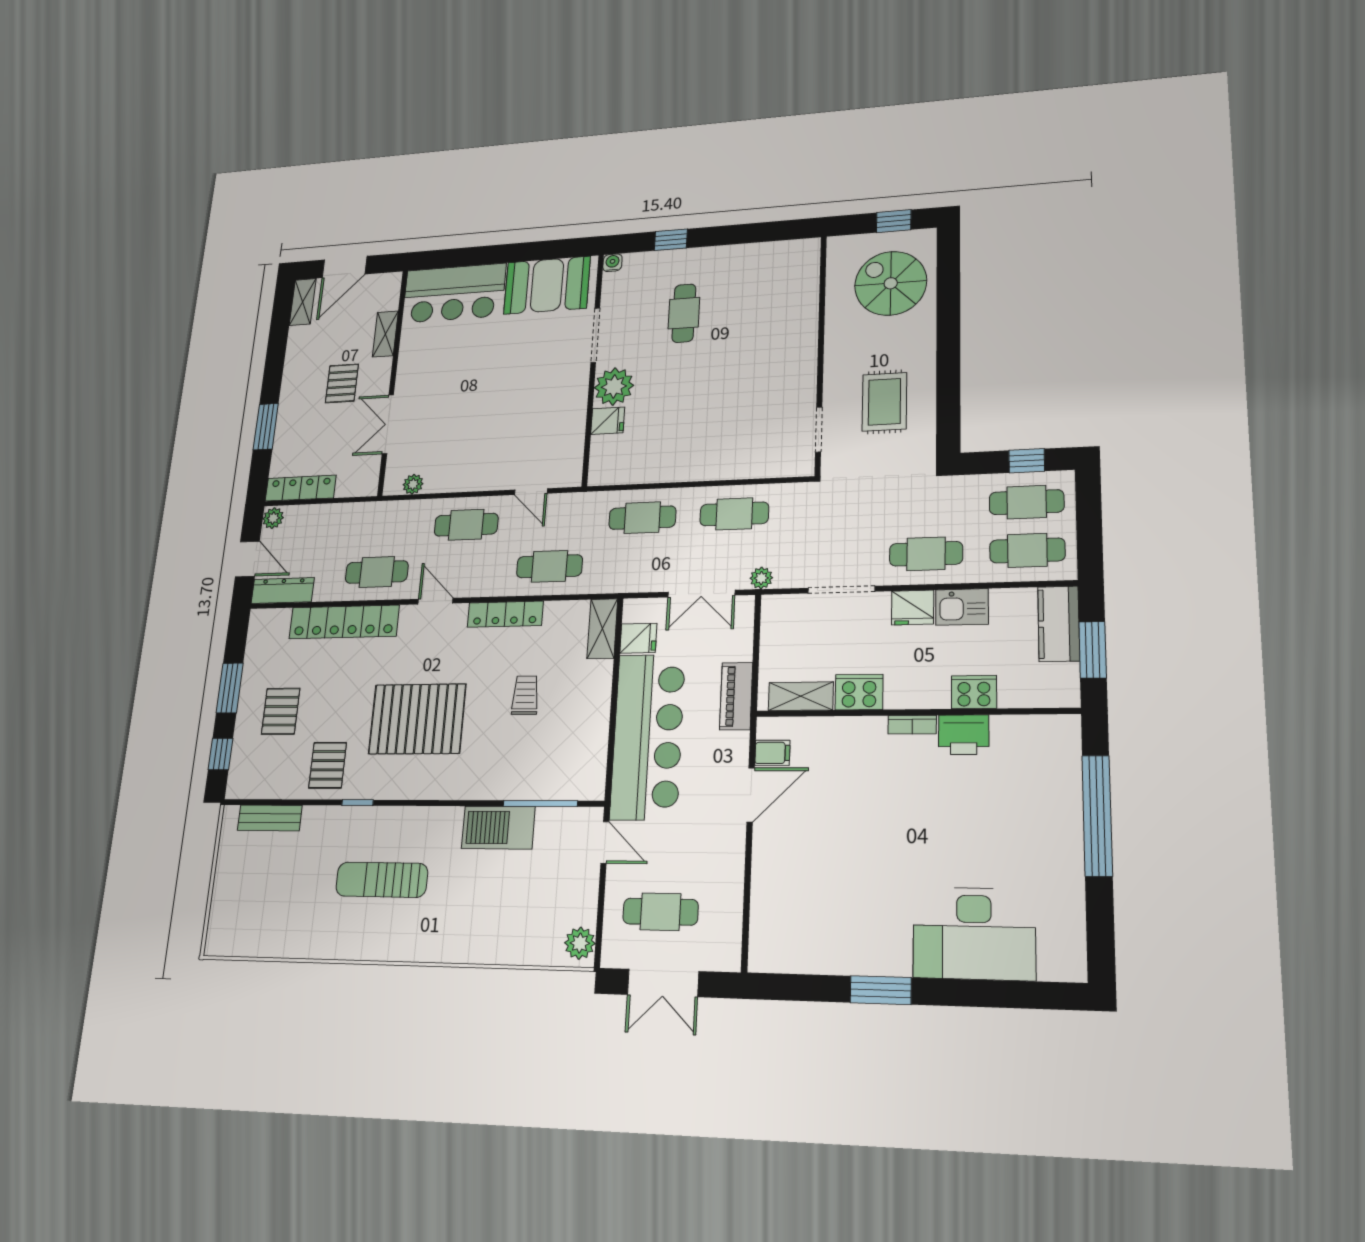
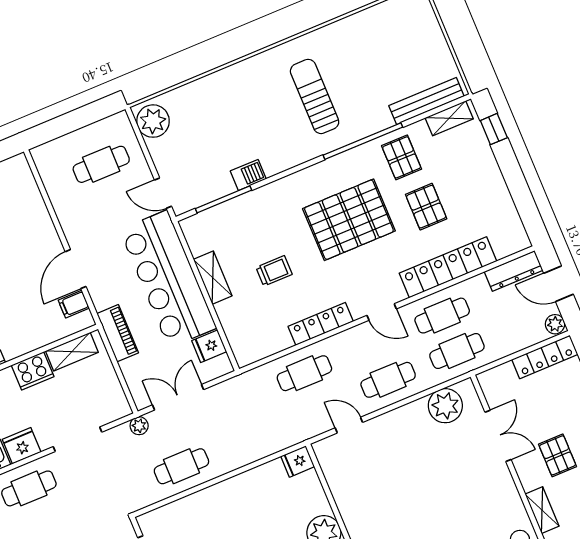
fridge: (608, 421) -> (298, 461), moved
plant: (413, 484) -> (445, 406), width x1.88, depth x1.88
cafe table: (642, 518) -> (457, 351), moved
shelving: (602, 629) -> (213, 278), moved
window: (230, 688) -> (515, 180), removed
trolley: (525, 695) -> (274, 271), turned -90
pallet: (281, 711) -> (426, 207), moved
shelving: (258, 787) -> (449, 118), added
window: (358, 803) -> (363, 141), width x3.17
bench: (270, 818) -> (426, 101), width x1.36
barbecue: (498, 828) -> (248, 175), width x0.53, depth x0.65
sun lounger: (382, 880) -> (315, 96), turned -90
plant: (580, 943) -> (153, 121), width x1.36, depth x1.36
double door: (663, 983) -> (77, 119), removed

